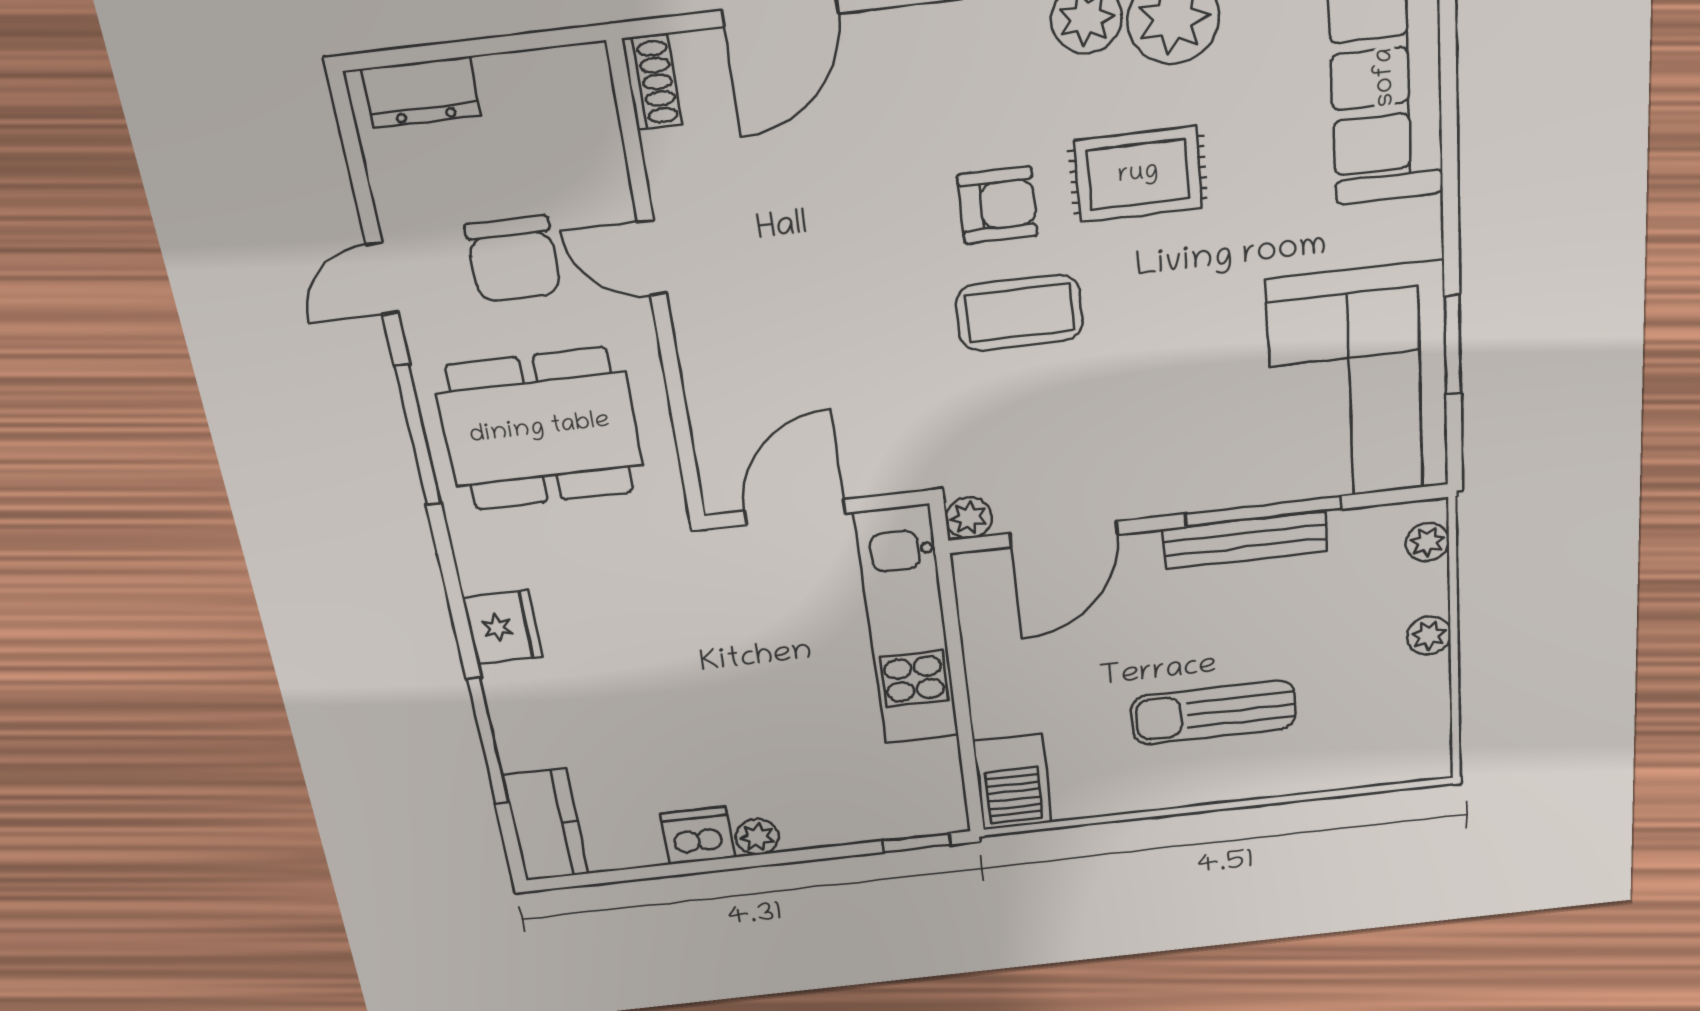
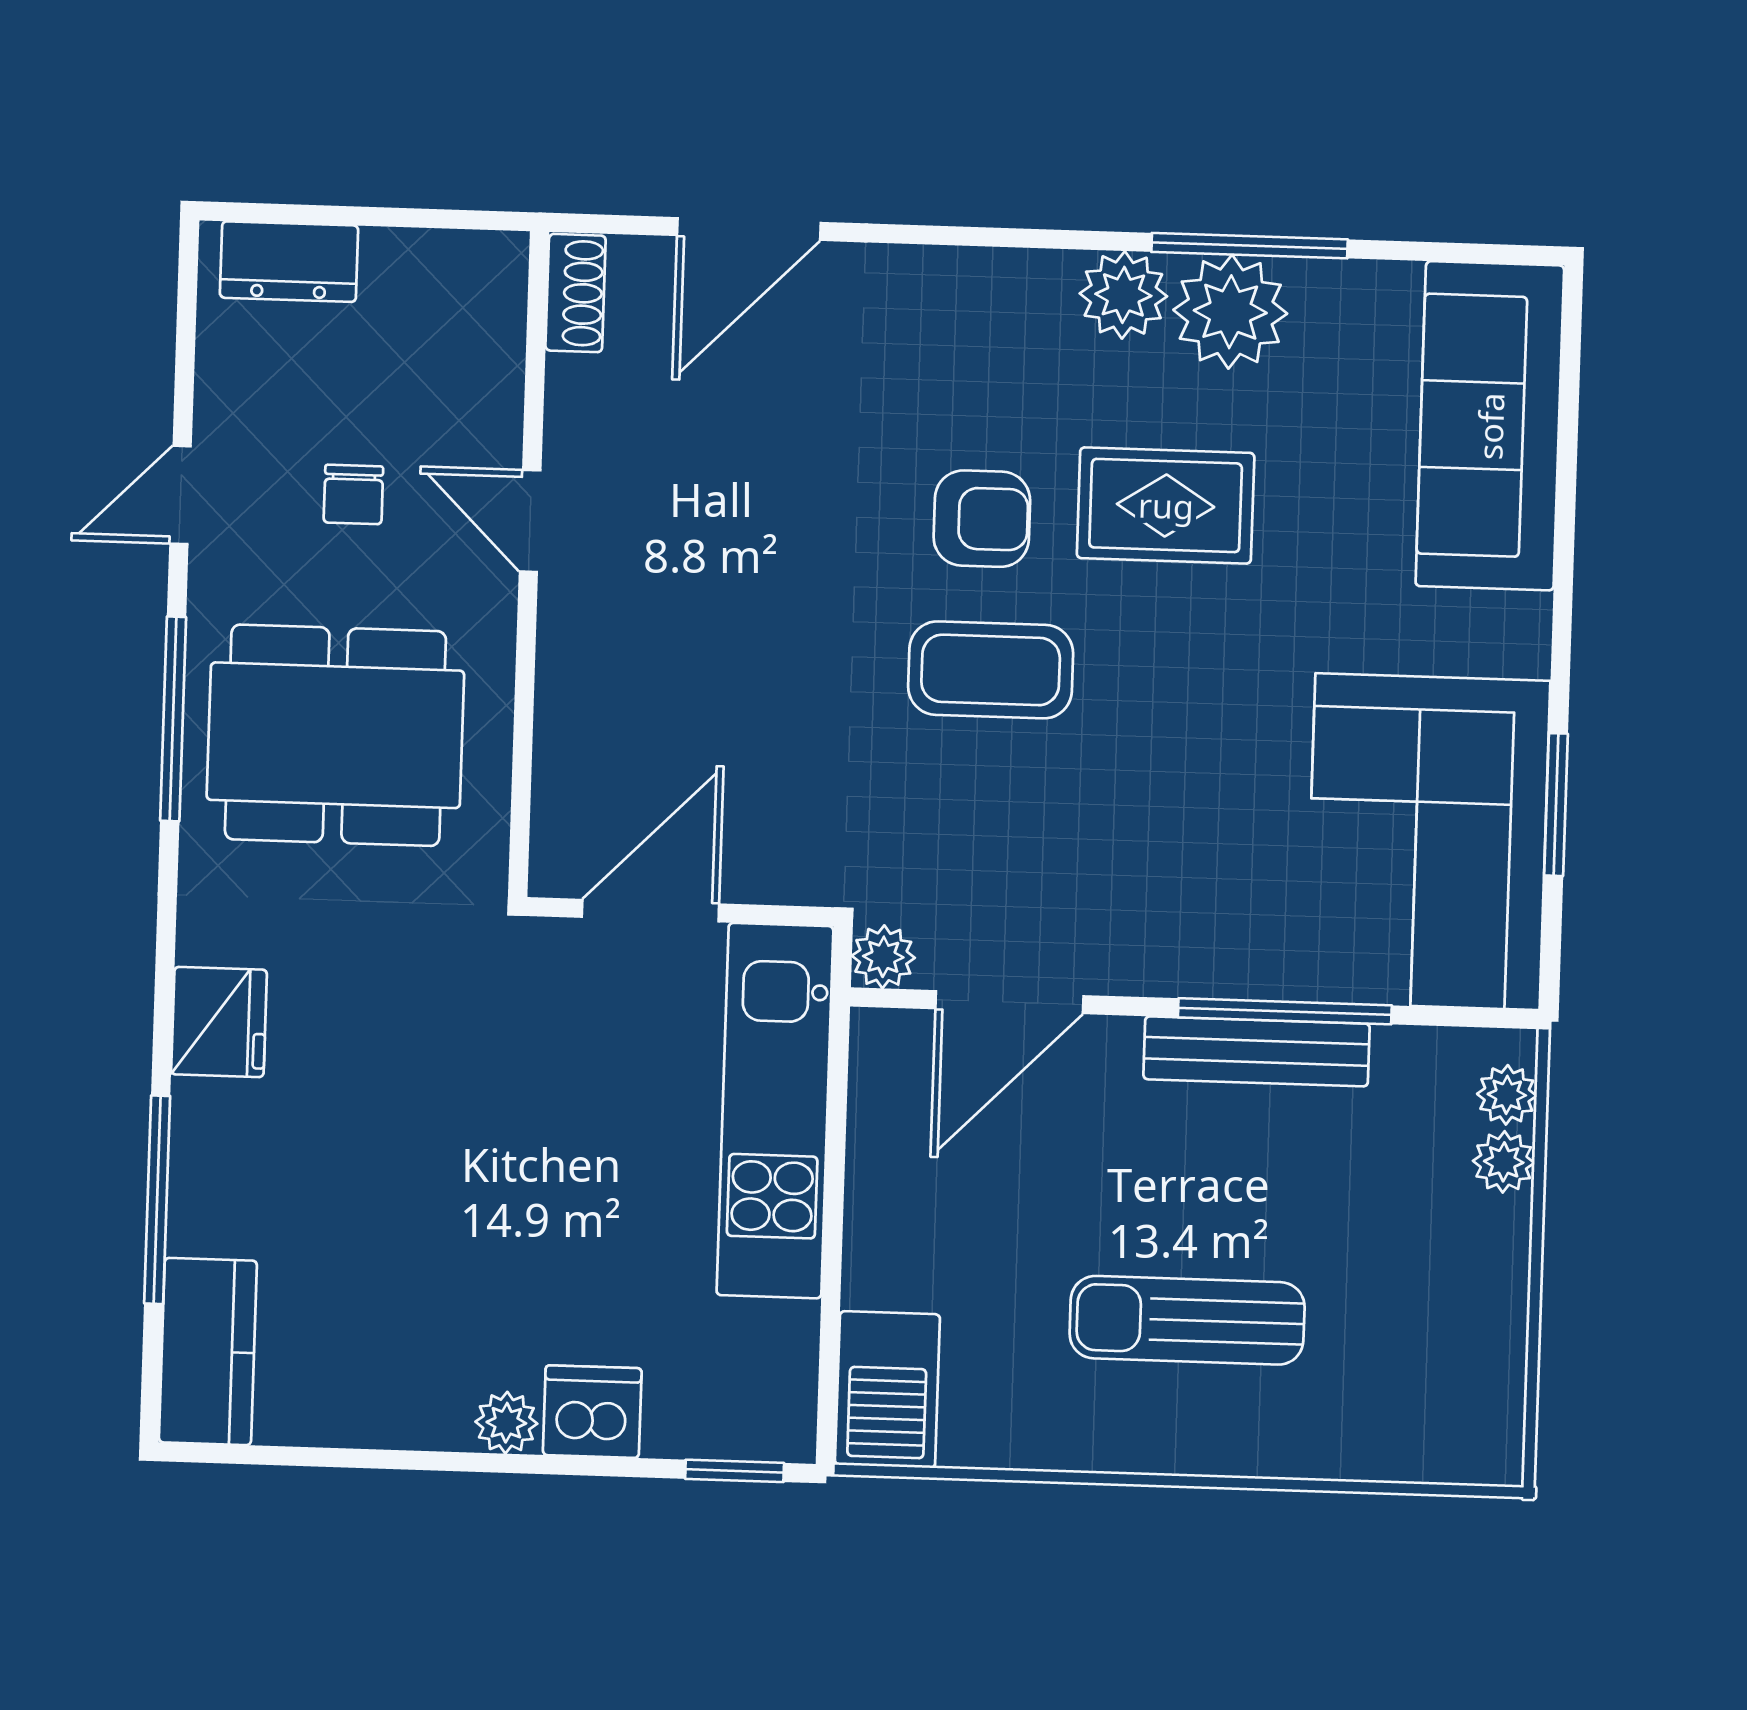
chair: (513, 259) -> (353, 494), width x0.54, depth x0.54
plant: (1429, 635) -> (1504, 1162), moved
dishwasher: (698, 836) -> (592, 1412), moved

